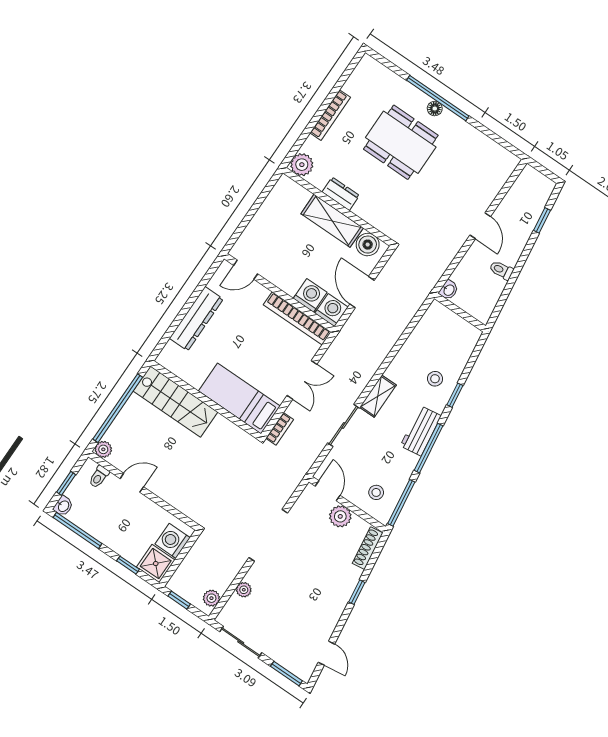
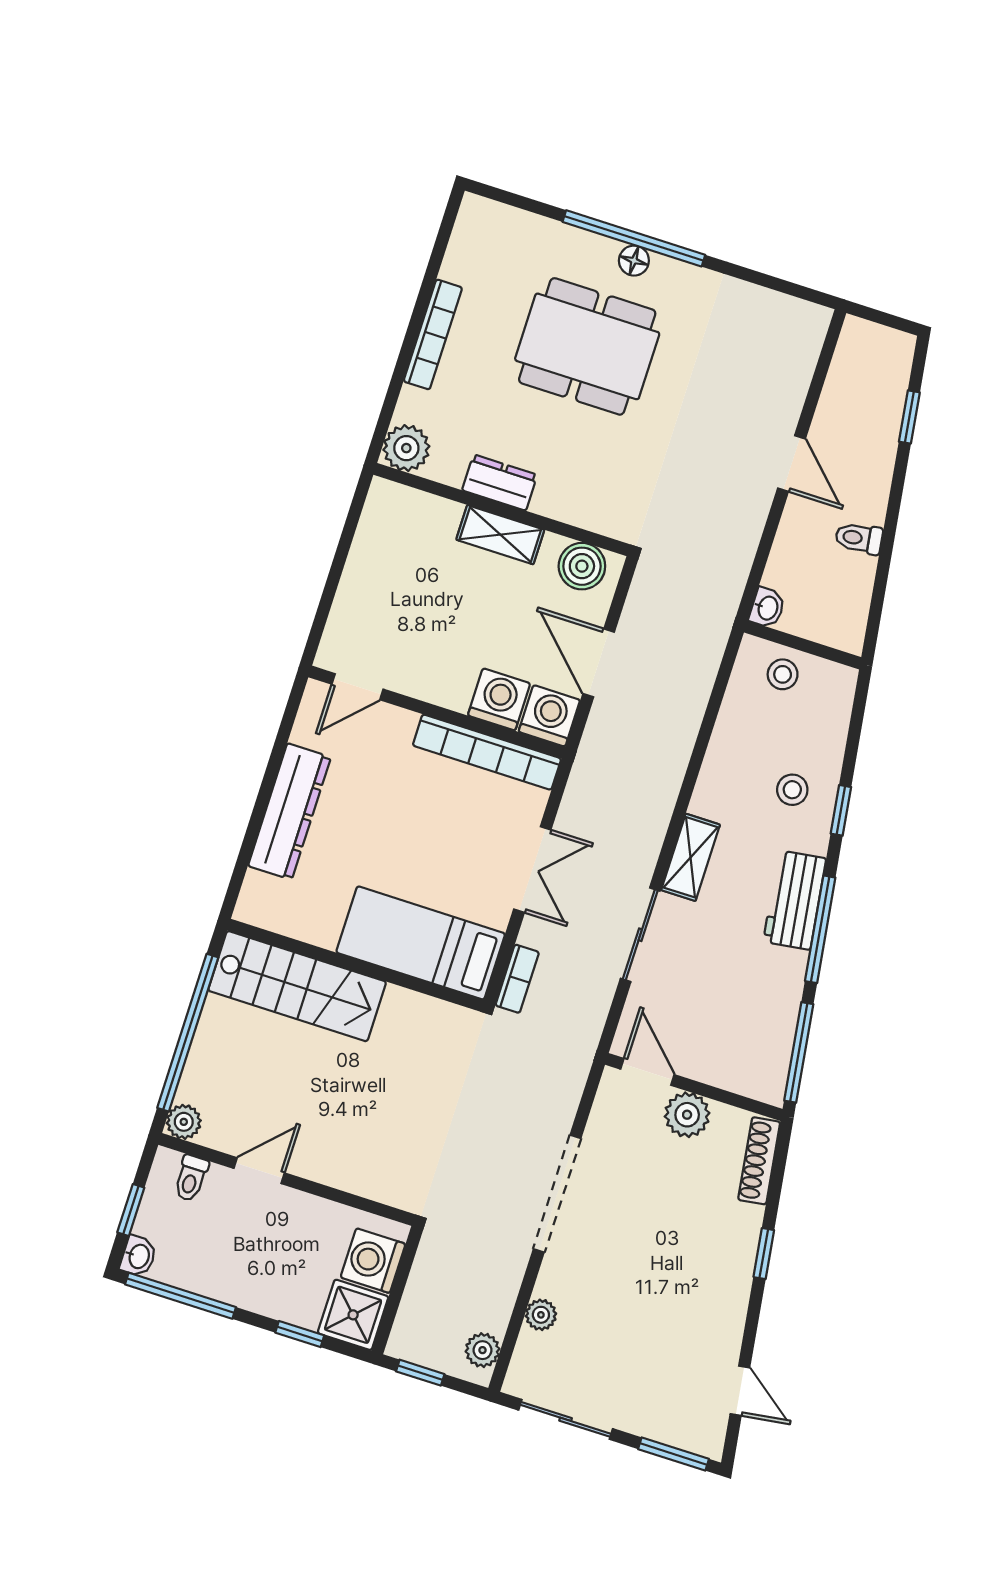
shelving: (332, 221) -> (500, 535), width x0.67, depth x0.75
stool: (376, 492) -> (783, 674), moved

